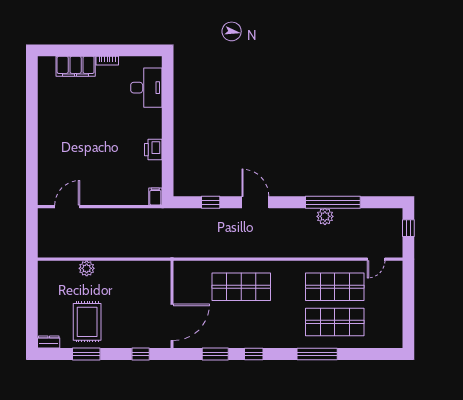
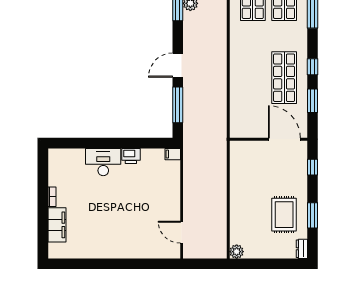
desk: (146, 88) -> (103, 162), moved
window: (211, 202) -> (178, 105), width x2.17
plant: (87, 268) -> (237, 252), moved
shop shelf: (241, 287) -> (284, 78), moved
rug: (87, 322) -> (284, 215), turned 90

